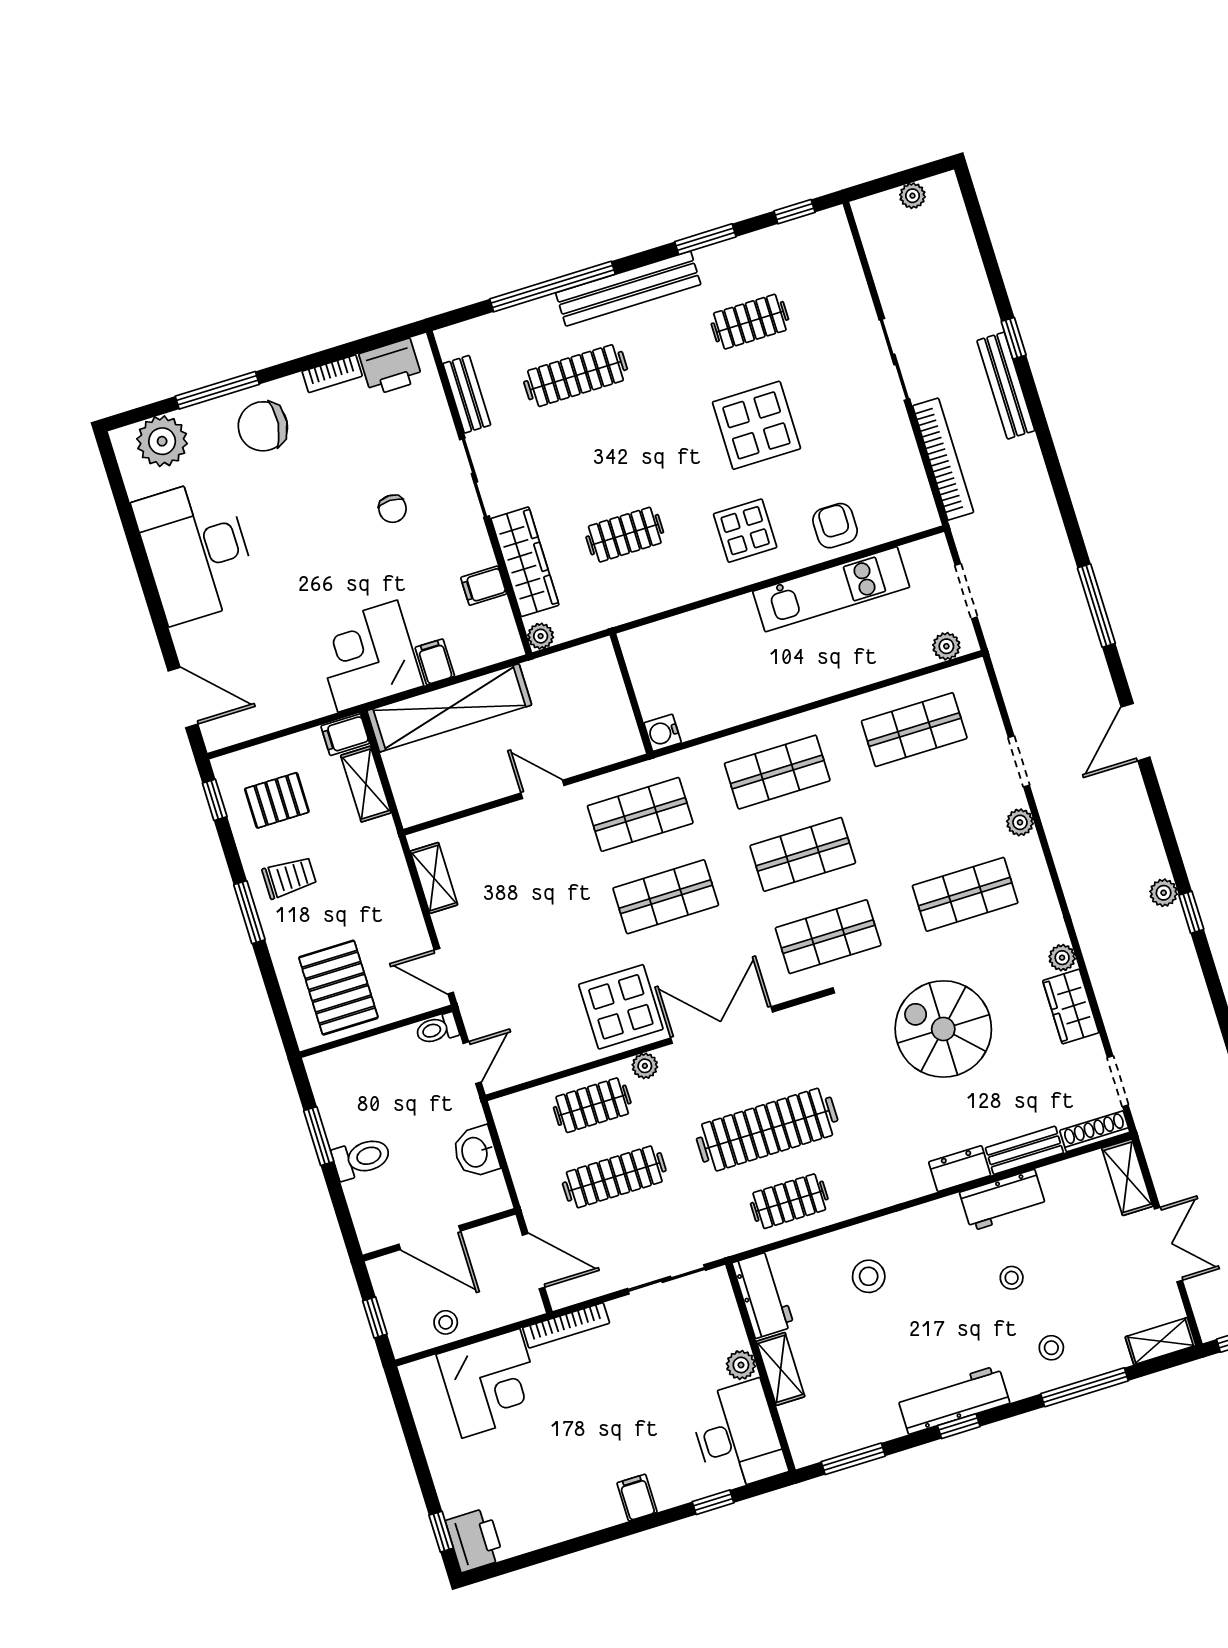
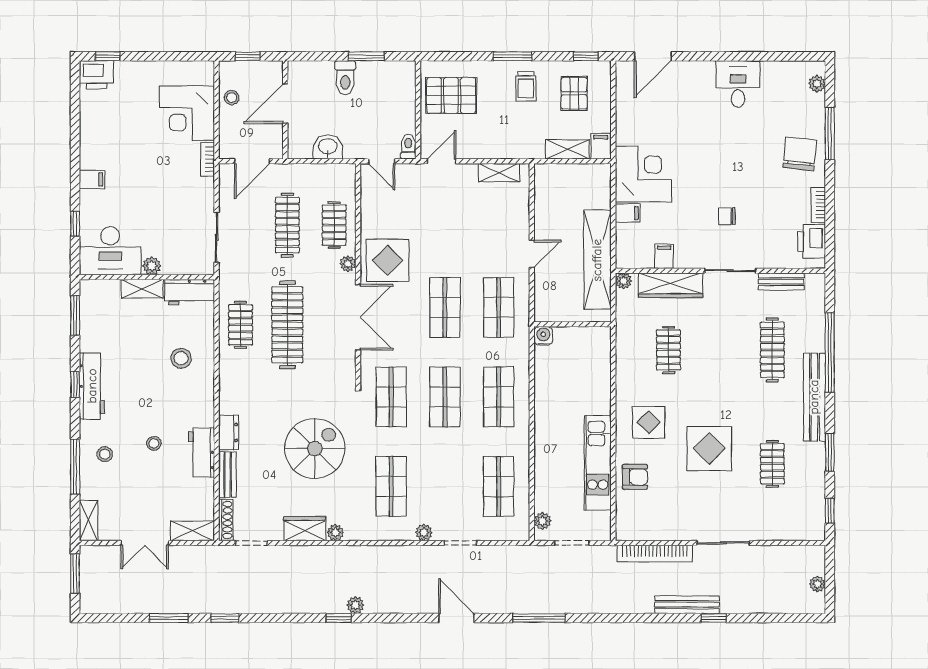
plant: (162, 441) -> (817, 84), width x0.53, depth x0.53
desk: (196, 551) -> (738, 84), width x0.53, depth x0.77
shelving: (449, 708) -> (597, 260), moved
bookcase: (566, 1325) -> (208, 159), width x0.64

